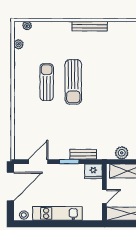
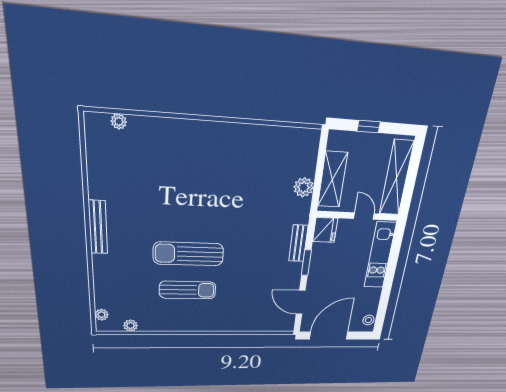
sun lounger: (47, 82) -> (188, 290), turned 180
sun lounger: (73, 82) -> (188, 254), turned 180
door: (10, 186) -> (329, 336), hinge flipped
kitchen unit: (57, 213) -> (380, 255), moved

